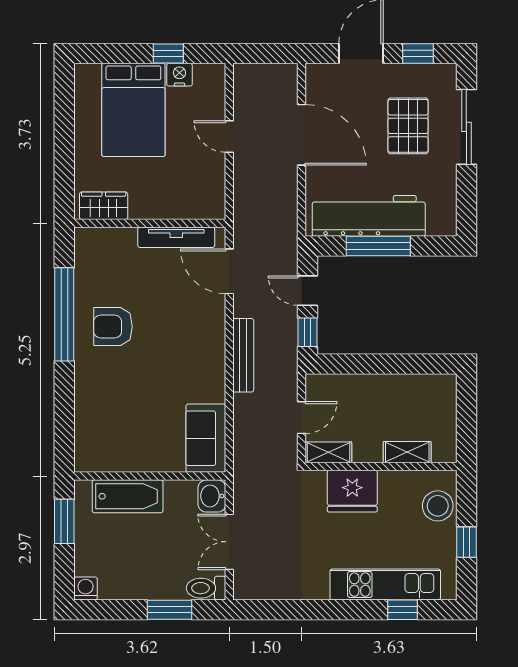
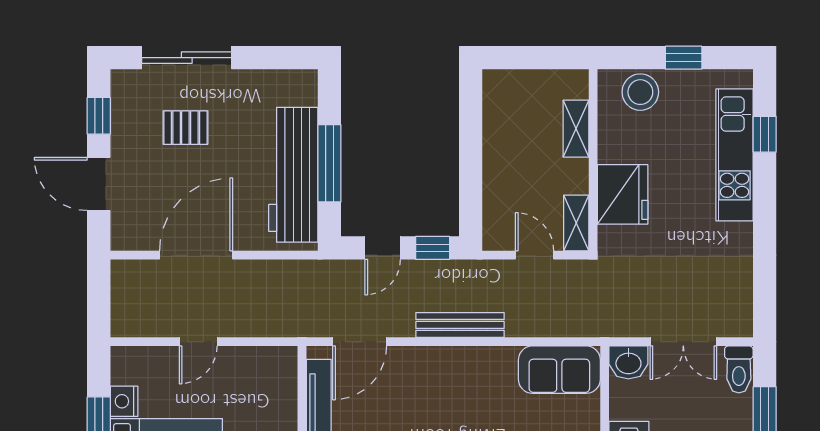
pallet: (408, 126) -> (185, 128), width x0.67, depth x0.71

